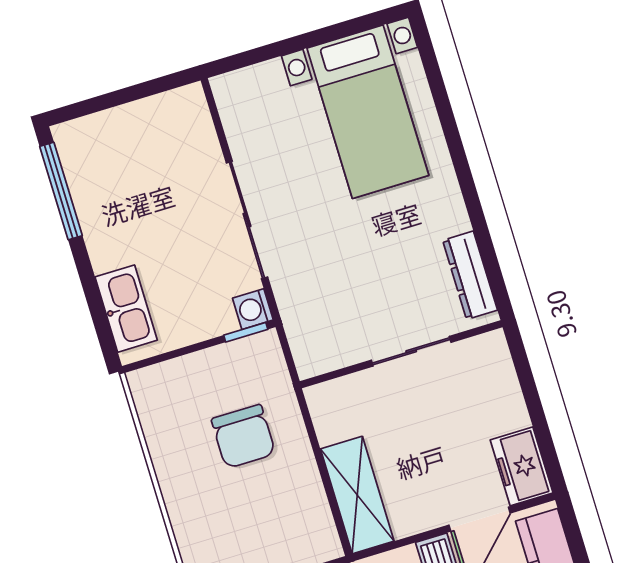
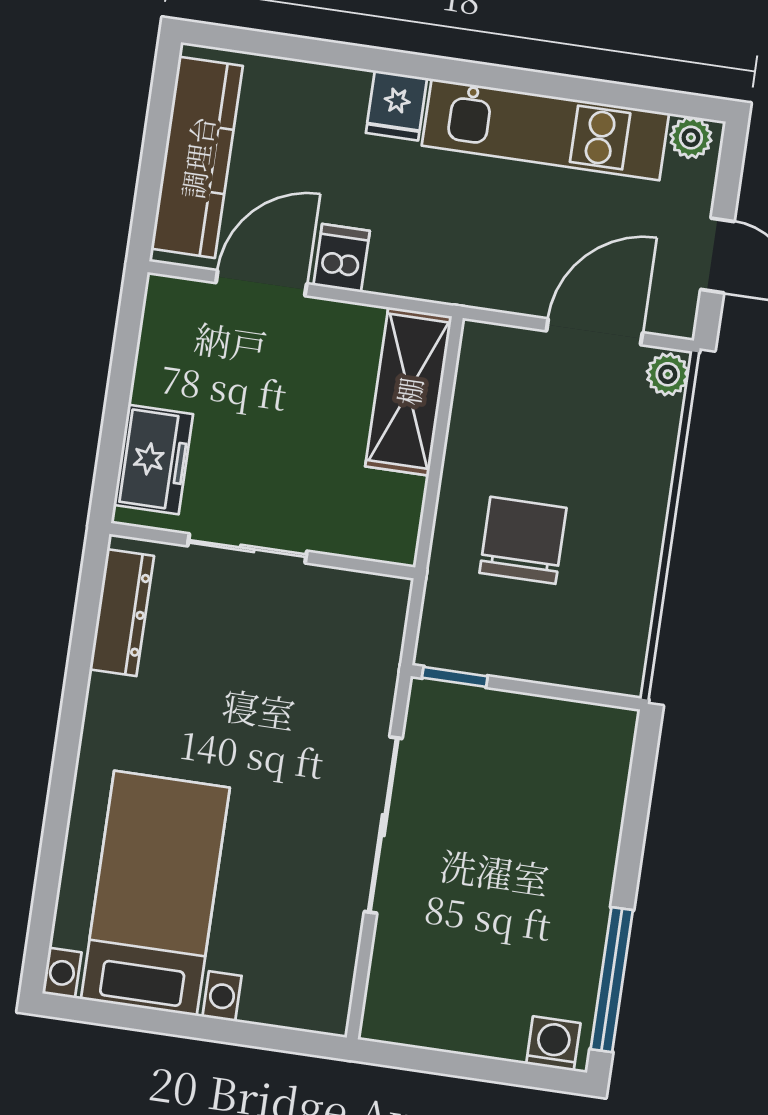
kitchen sink: (126, 309) -> (599, 783), removed
washing machine: (253, 309) -> (553, 1044), moved, turned -90
freezer: (522, 466) -> (153, 460), moved

